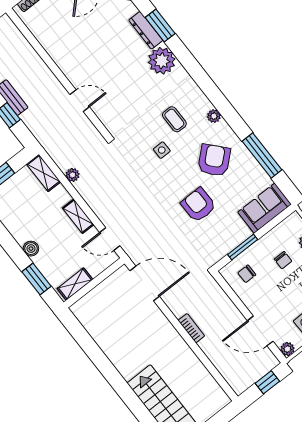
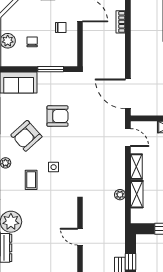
shelving: (43, 173) -> (137, 194), moved
armchair: (198, 205) -> (57, 116), turned -89
chair: (247, 274) -> (61, 27), moved
bookcase: (191, 328) -> (121, 22), moved

